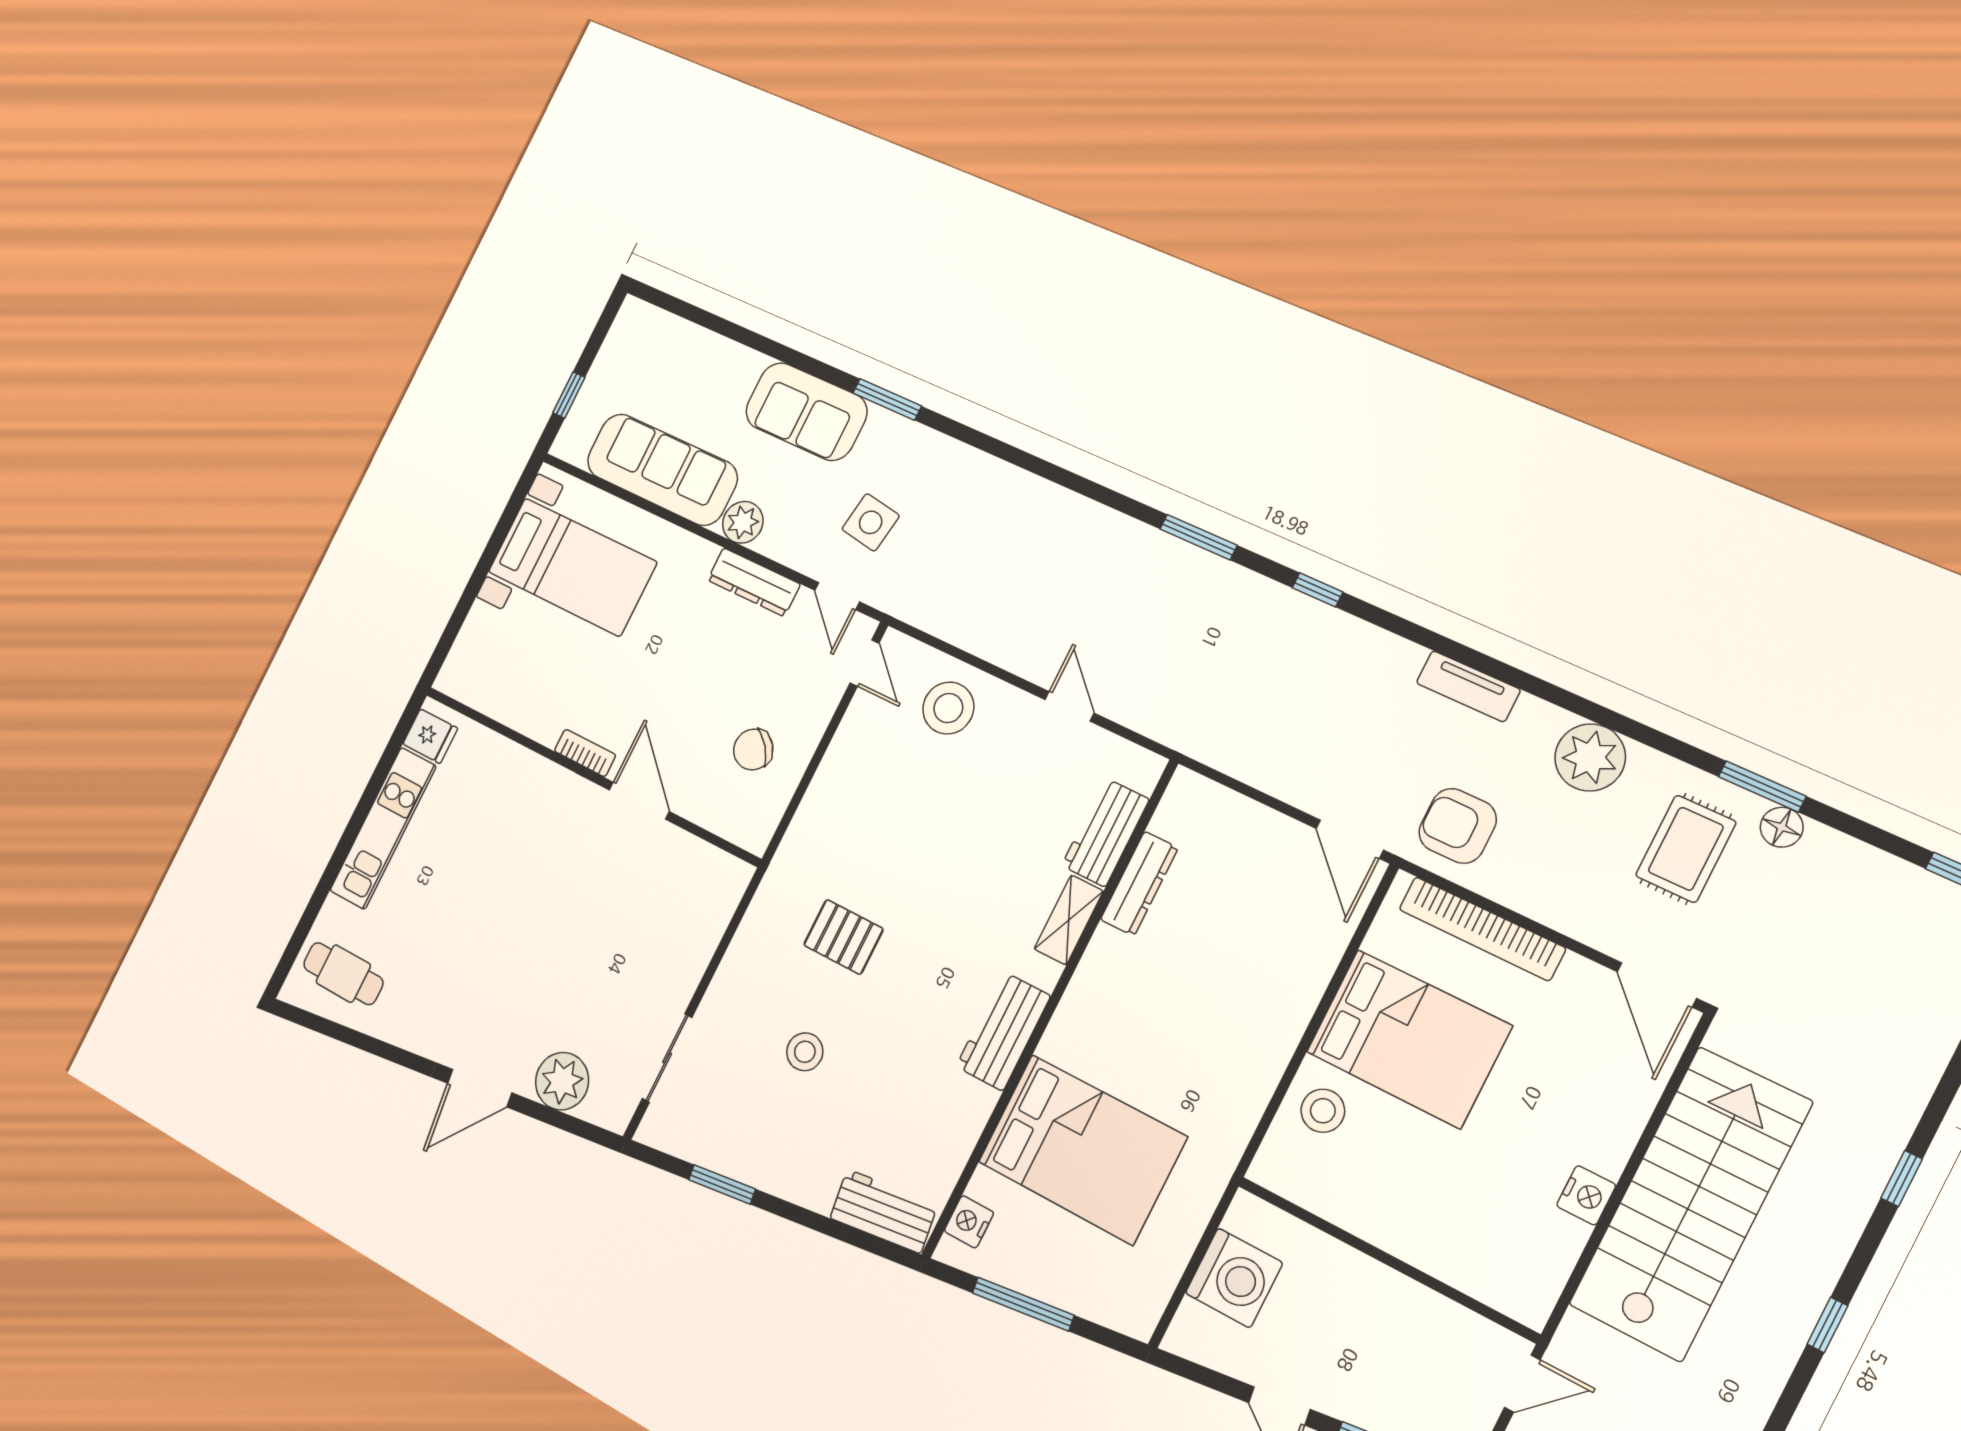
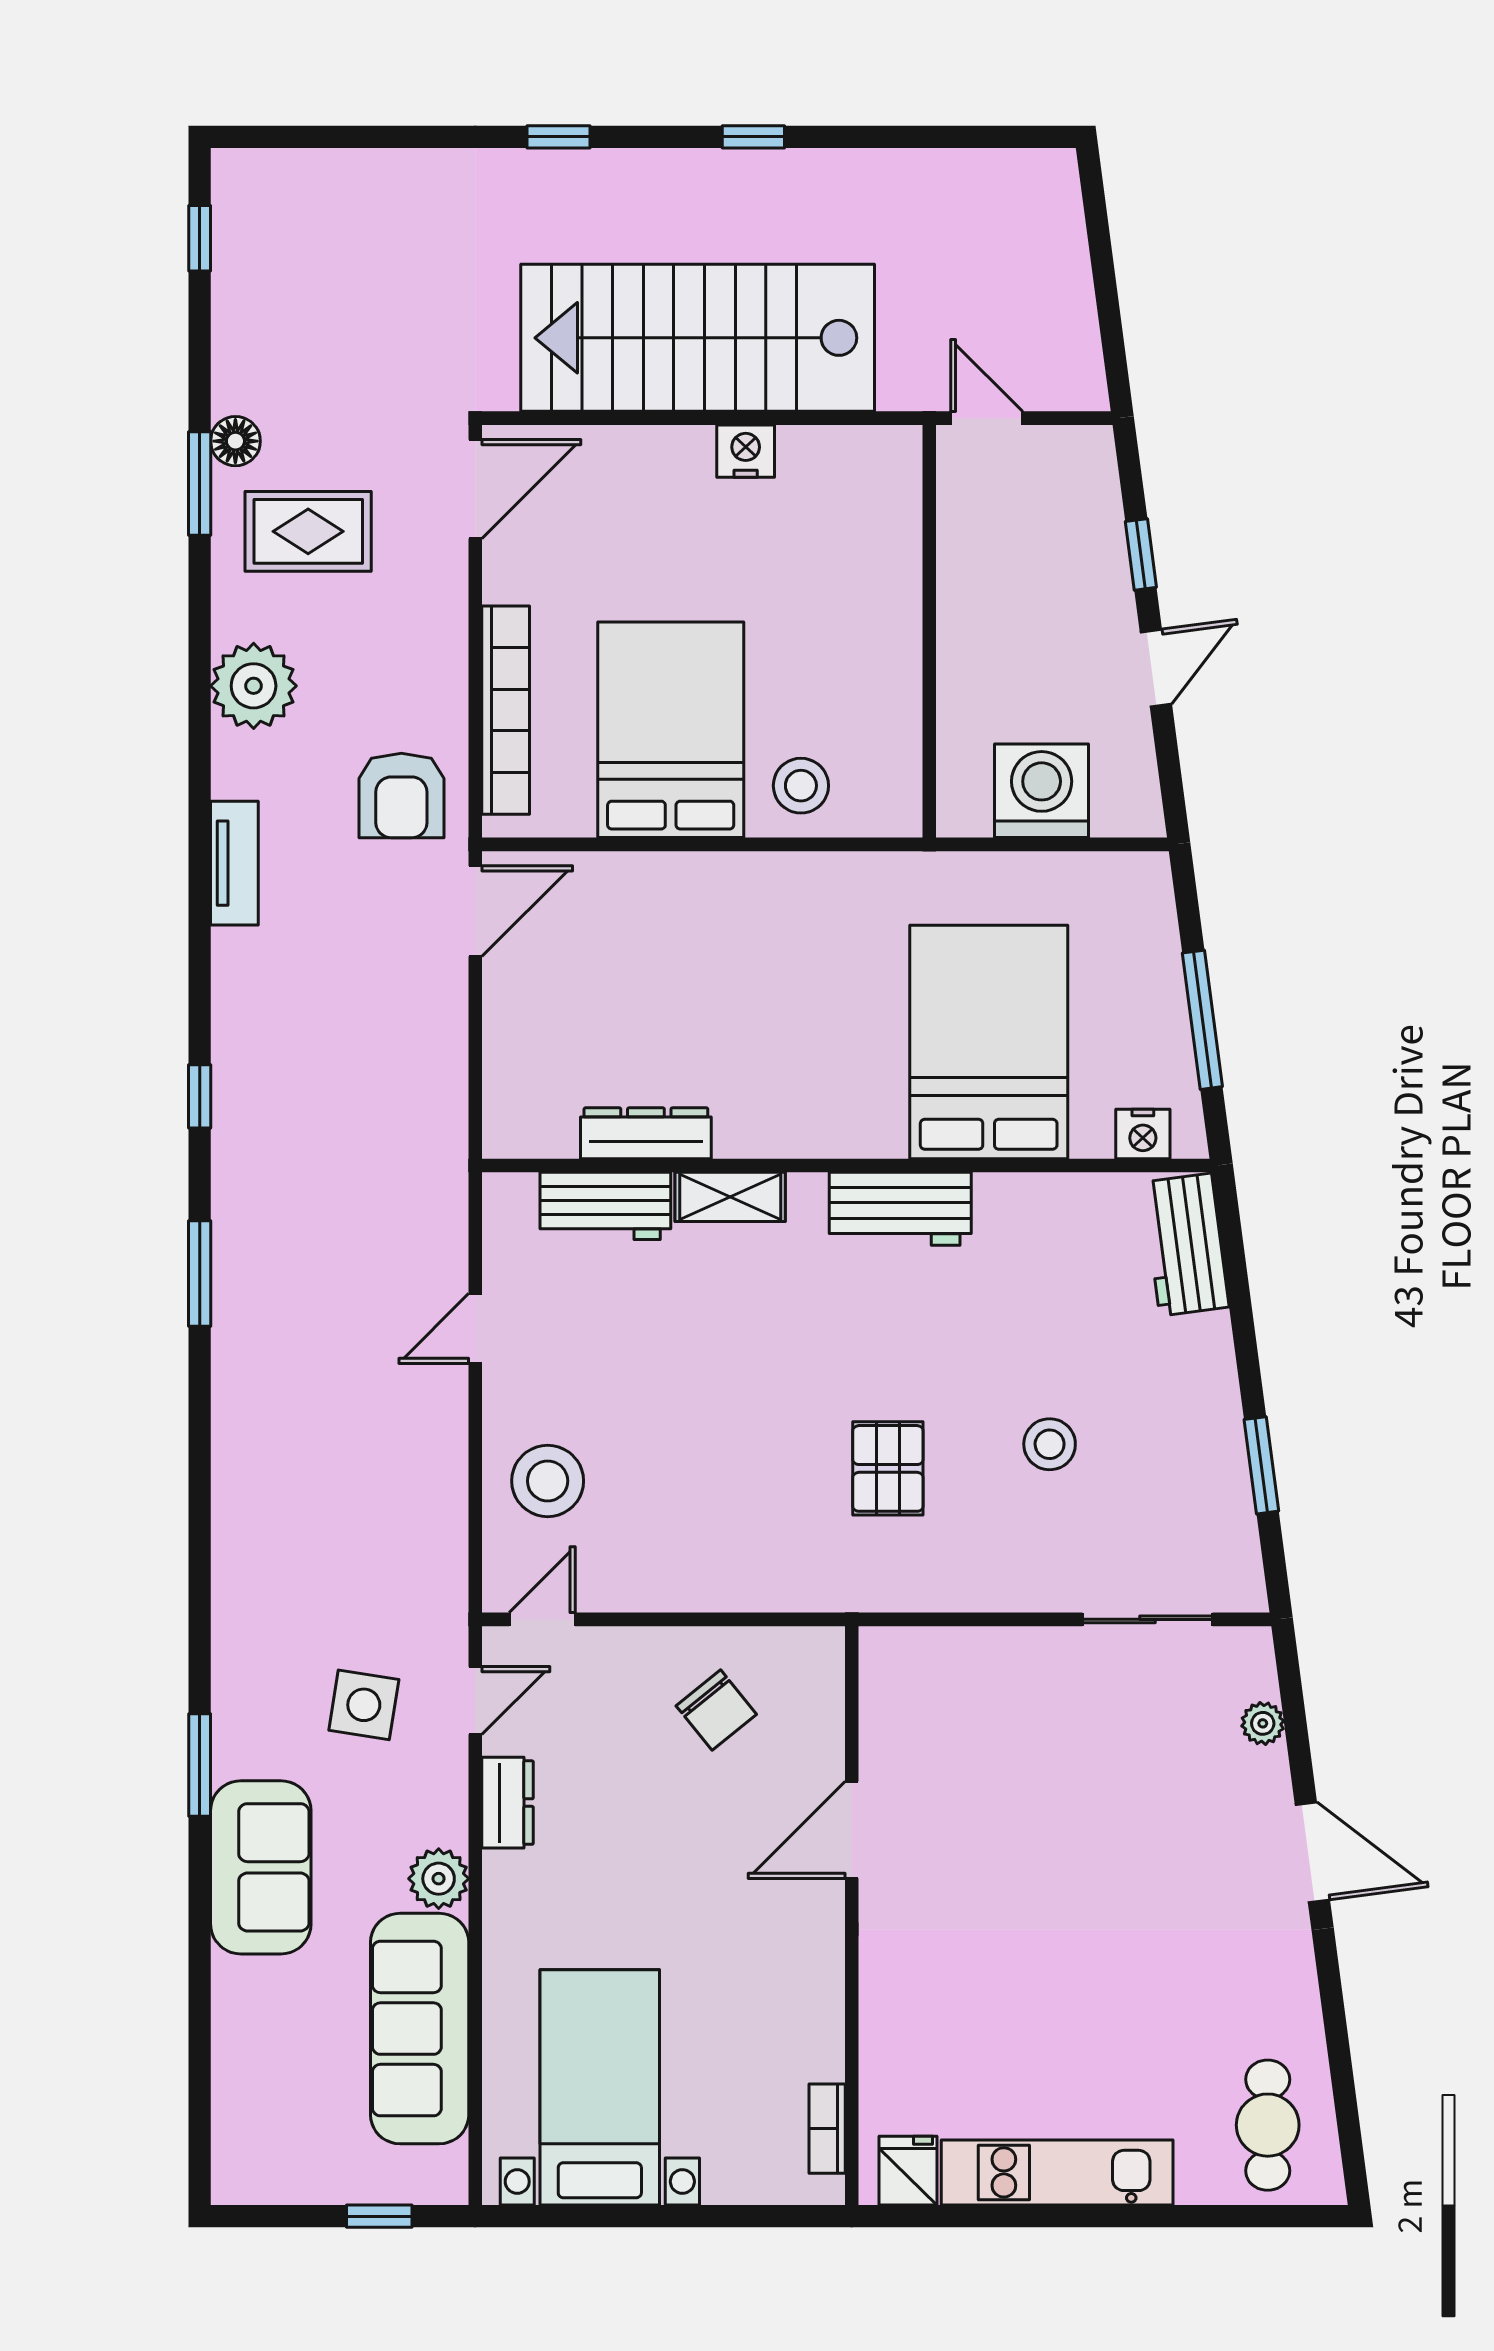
dresser: (754, 582) -> (508, 1803), width x0.70
bookcase: (585, 753) -> (827, 2129), moved
plant: (562, 1081) -> (1263, 1723), width x0.53, depth x0.53

